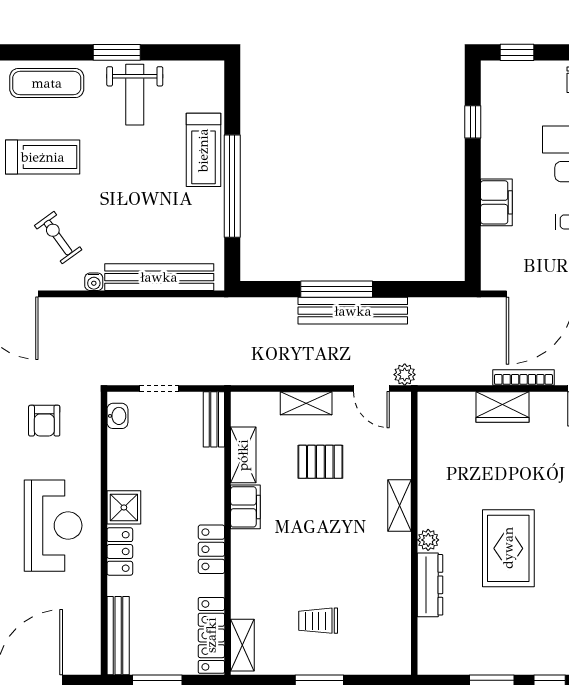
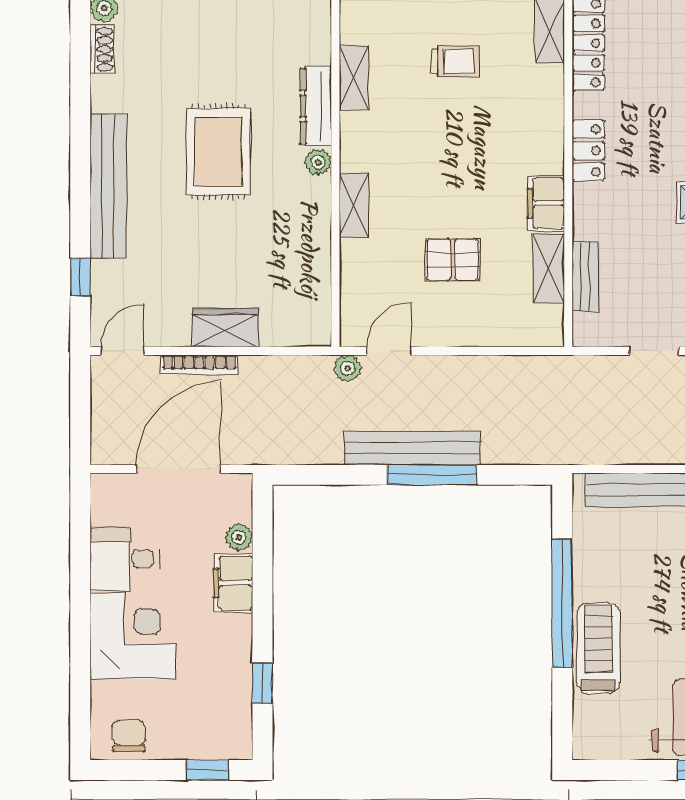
plant: (492, 239) -> (239, 537), added
door: (371, 389) -> (389, 351), hinge flipped
shelving: (306, 403) -> (354, 78), moved, turned 90
bench: (214, 419) -> (585, 277), moved

